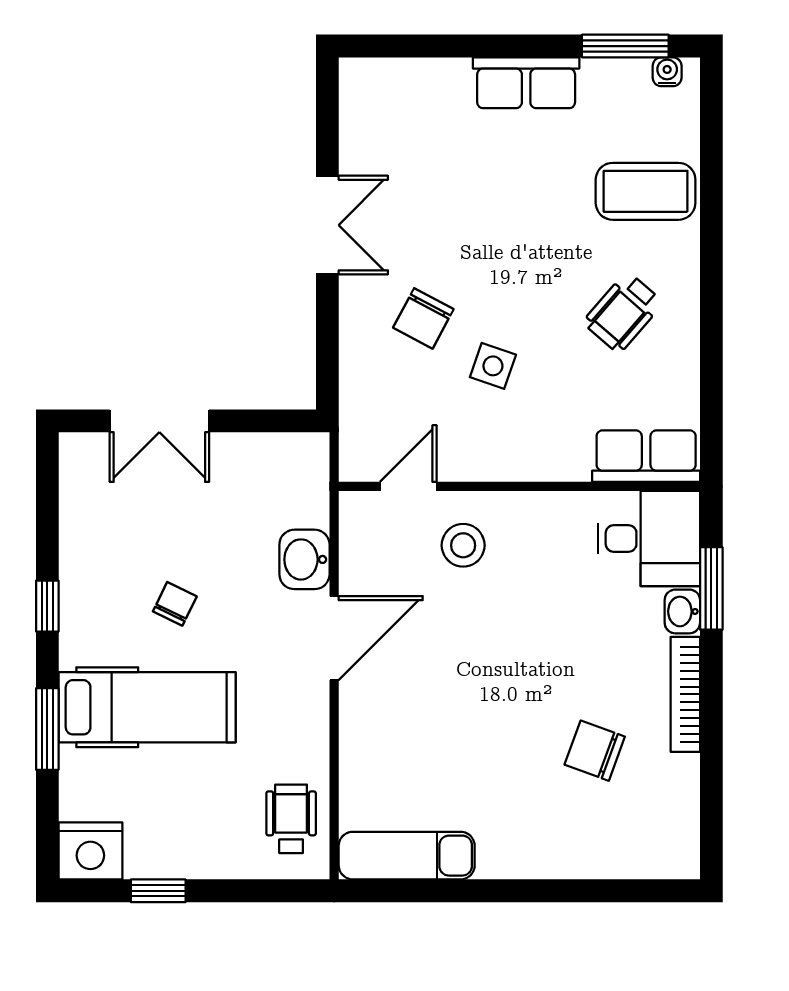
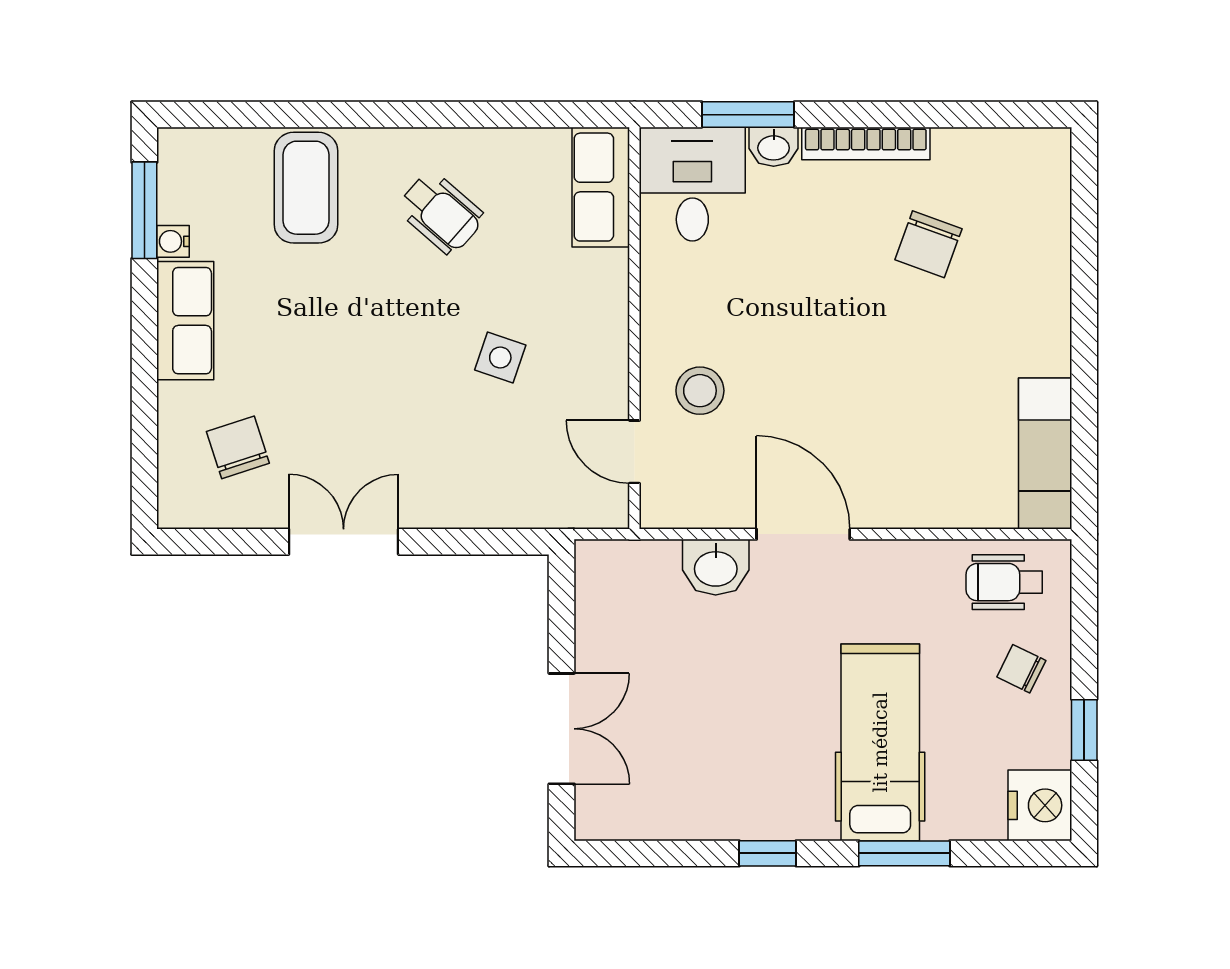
water cooler: (667, 72) -> (173, 241), moved
chair: (423, 318) -> (238, 447), moved, turned -136
chair: (175, 604) -> (1021, 669), moved

